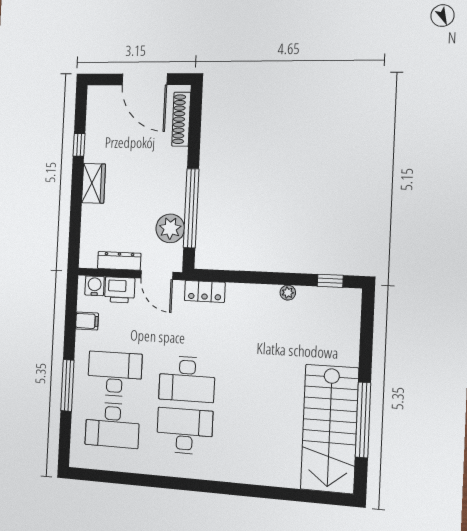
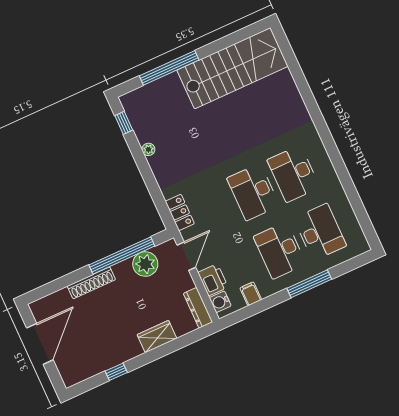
shoe rack: (181, 119) -> (91, 283), moved
wardrobe: (94, 183) -> (157, 337), moved
dresser: (119, 261) -> (198, 308), moved
desk: (187, 379) -> (253, 192), turned 180
window: (363, 420) -> (169, 68), moved

